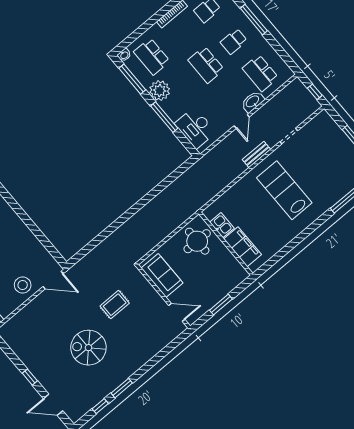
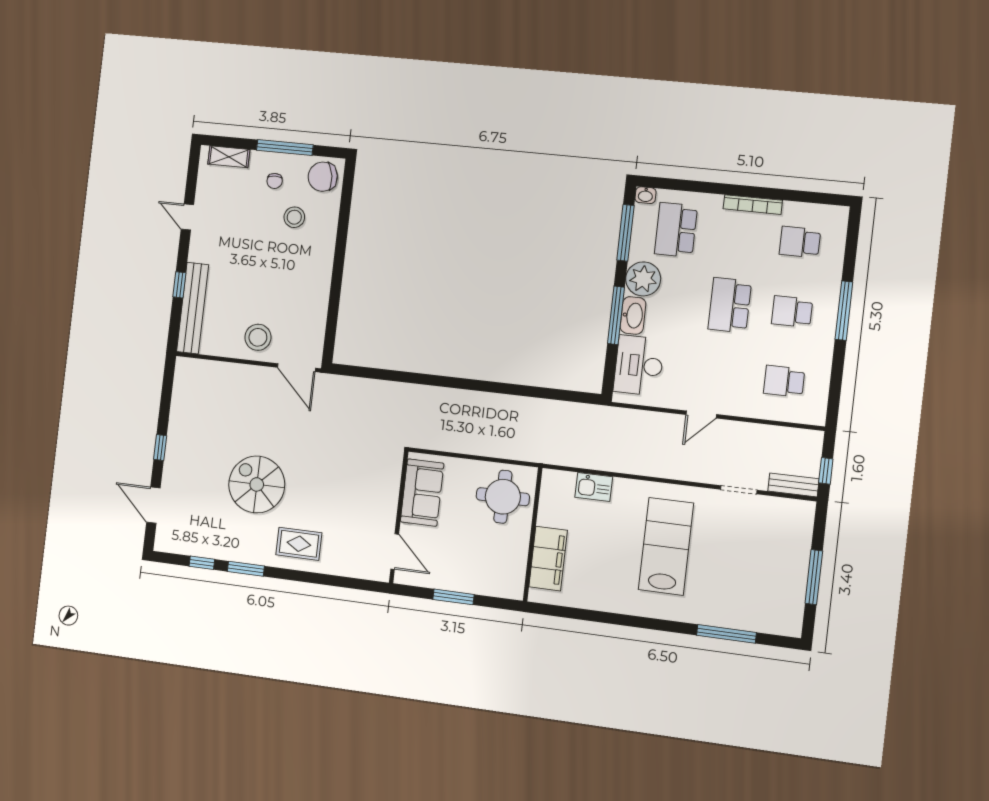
school desk: (260, 73) -> (784, 381), width x0.54
washbasin: (253, 102) -> (633, 315), moved, turned 90
bench: (257, 154) -> (793, 485), moved
kitchen sink: (222, 225) -> (594, 487), moved, turned 90
rug: (115, 305) -> (299, 544), moved

